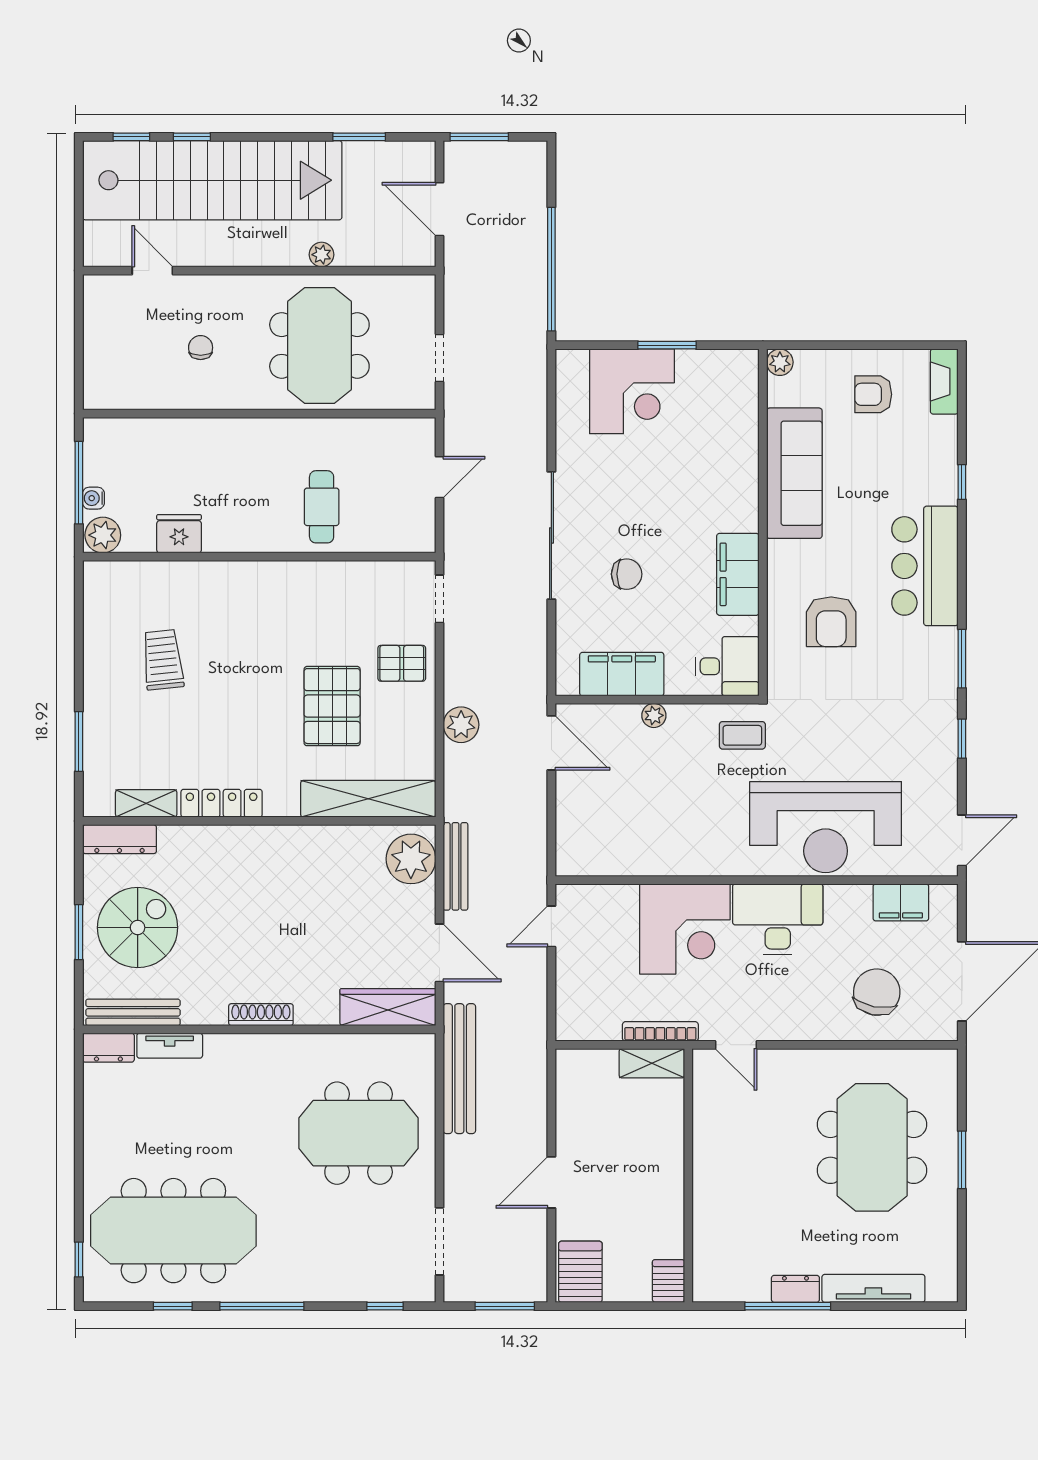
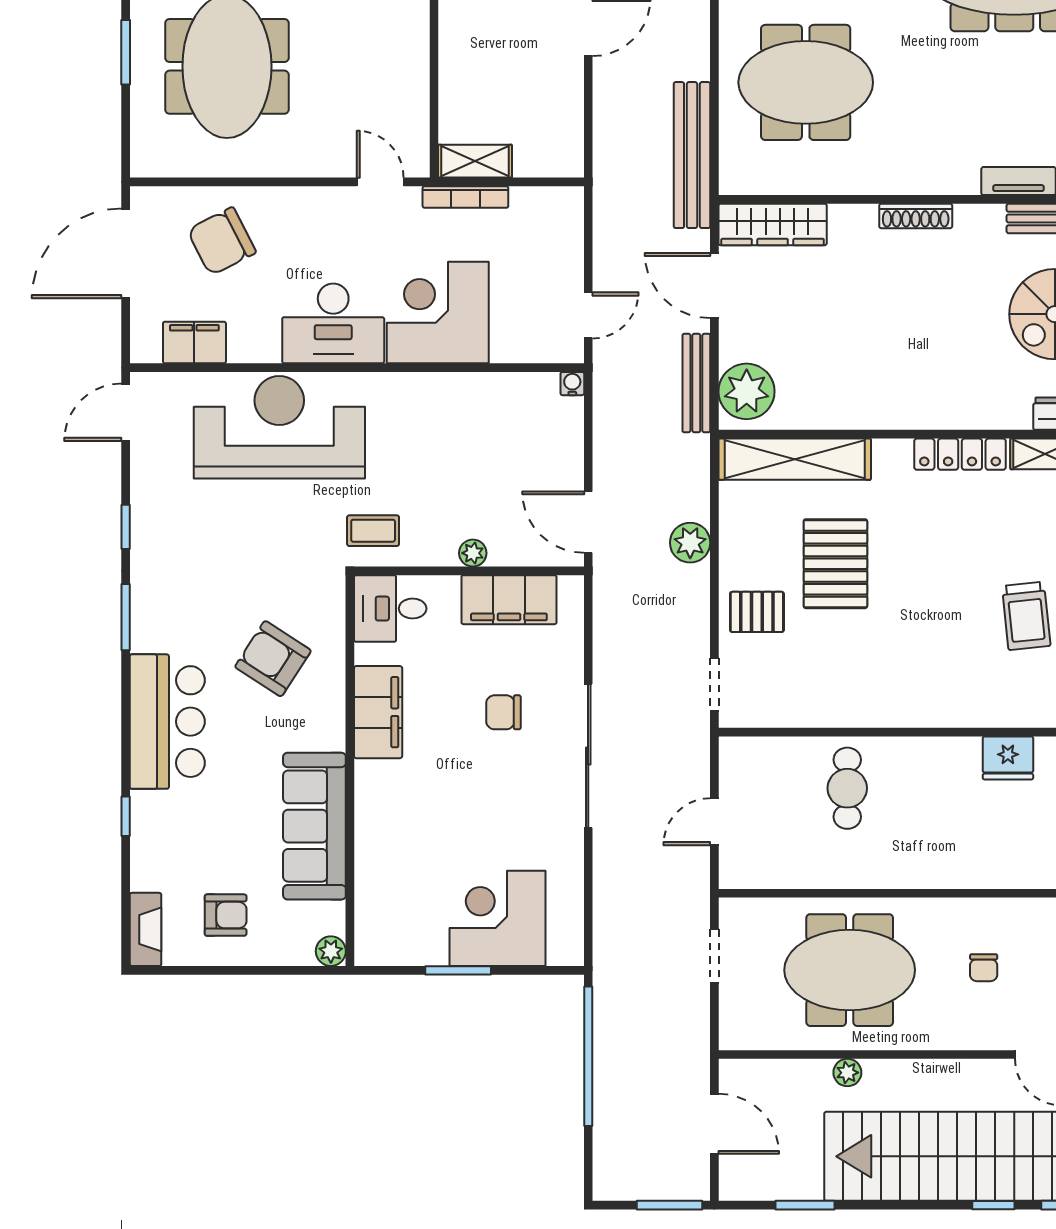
meeting table: (319, 345) -> (850, 970), turned 90
armchair: (831, 622) -> (273, 659), turned -57
water cooler: (566, 866) -> (572, 384), added
chair: (877, 992) -> (222, 241), turned 52

